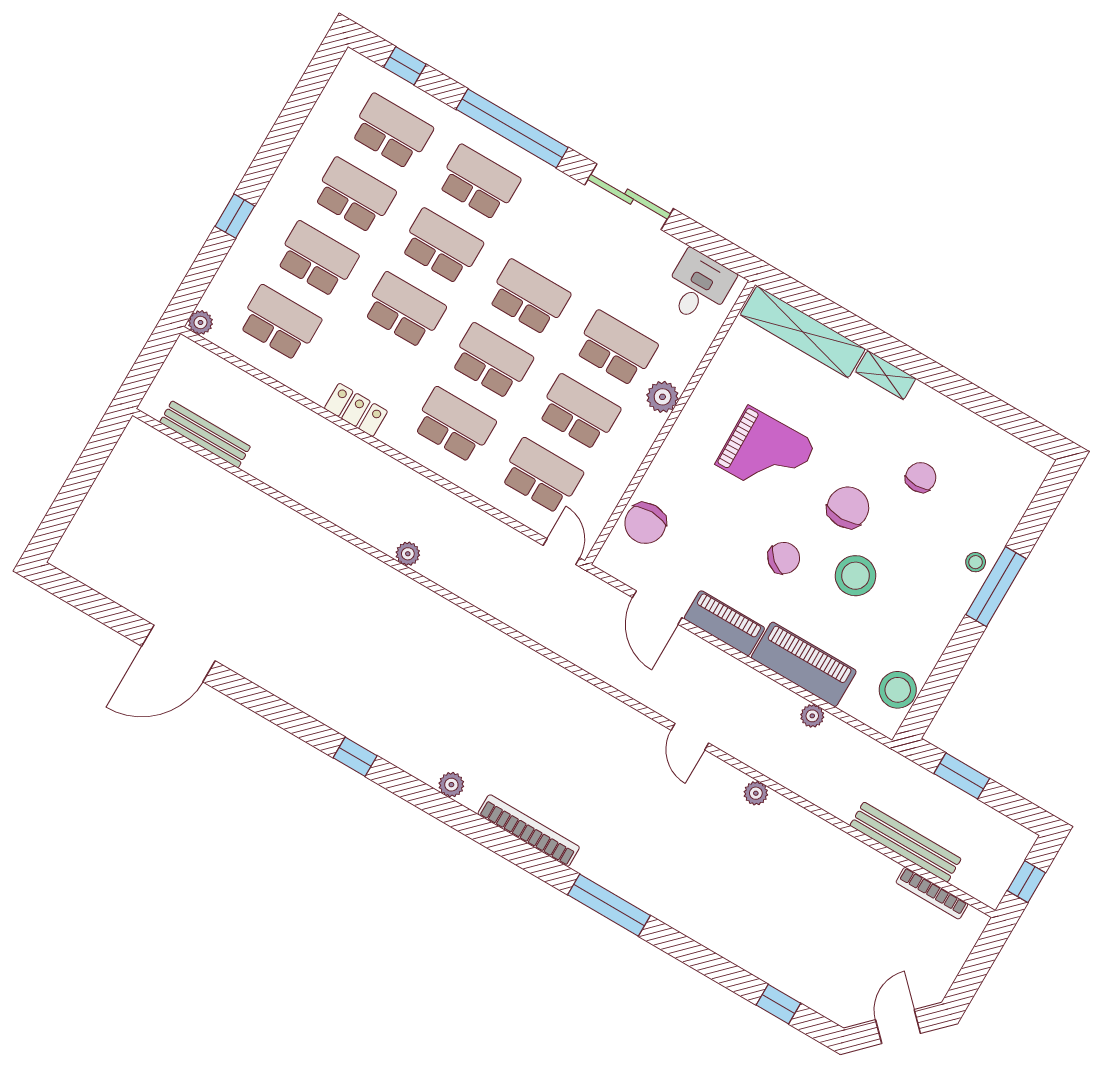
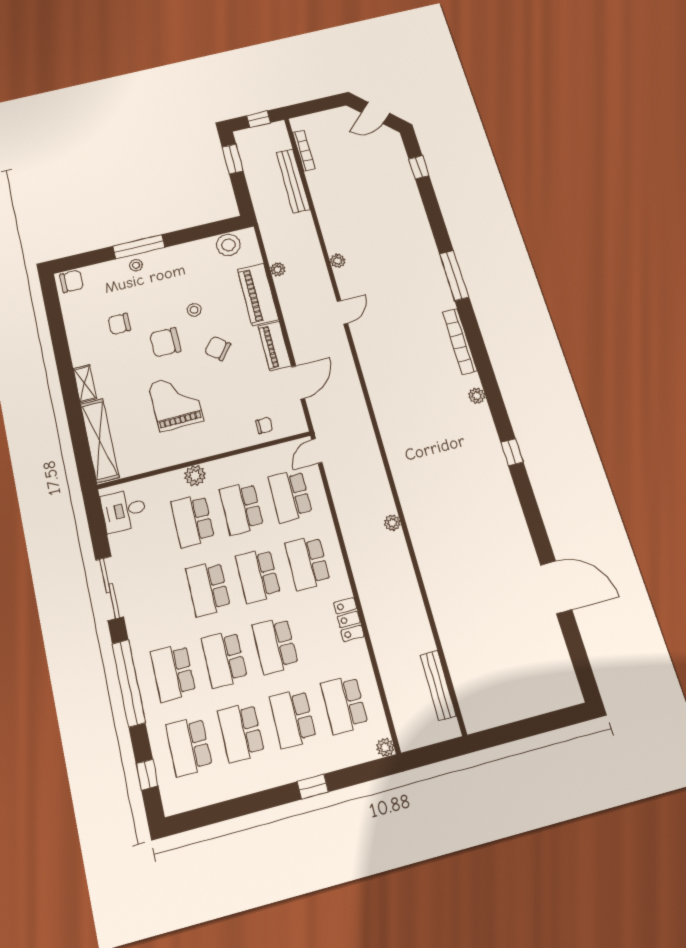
chair: (1027, 472) -> (72, 281), added
chair: (645, 523) -> (264, 426), width x0.54, depth x0.54
stool: (855, 576) -> (194, 310), width x0.53, depth x0.53
window: (962, 776) -> (233, 159), moved

